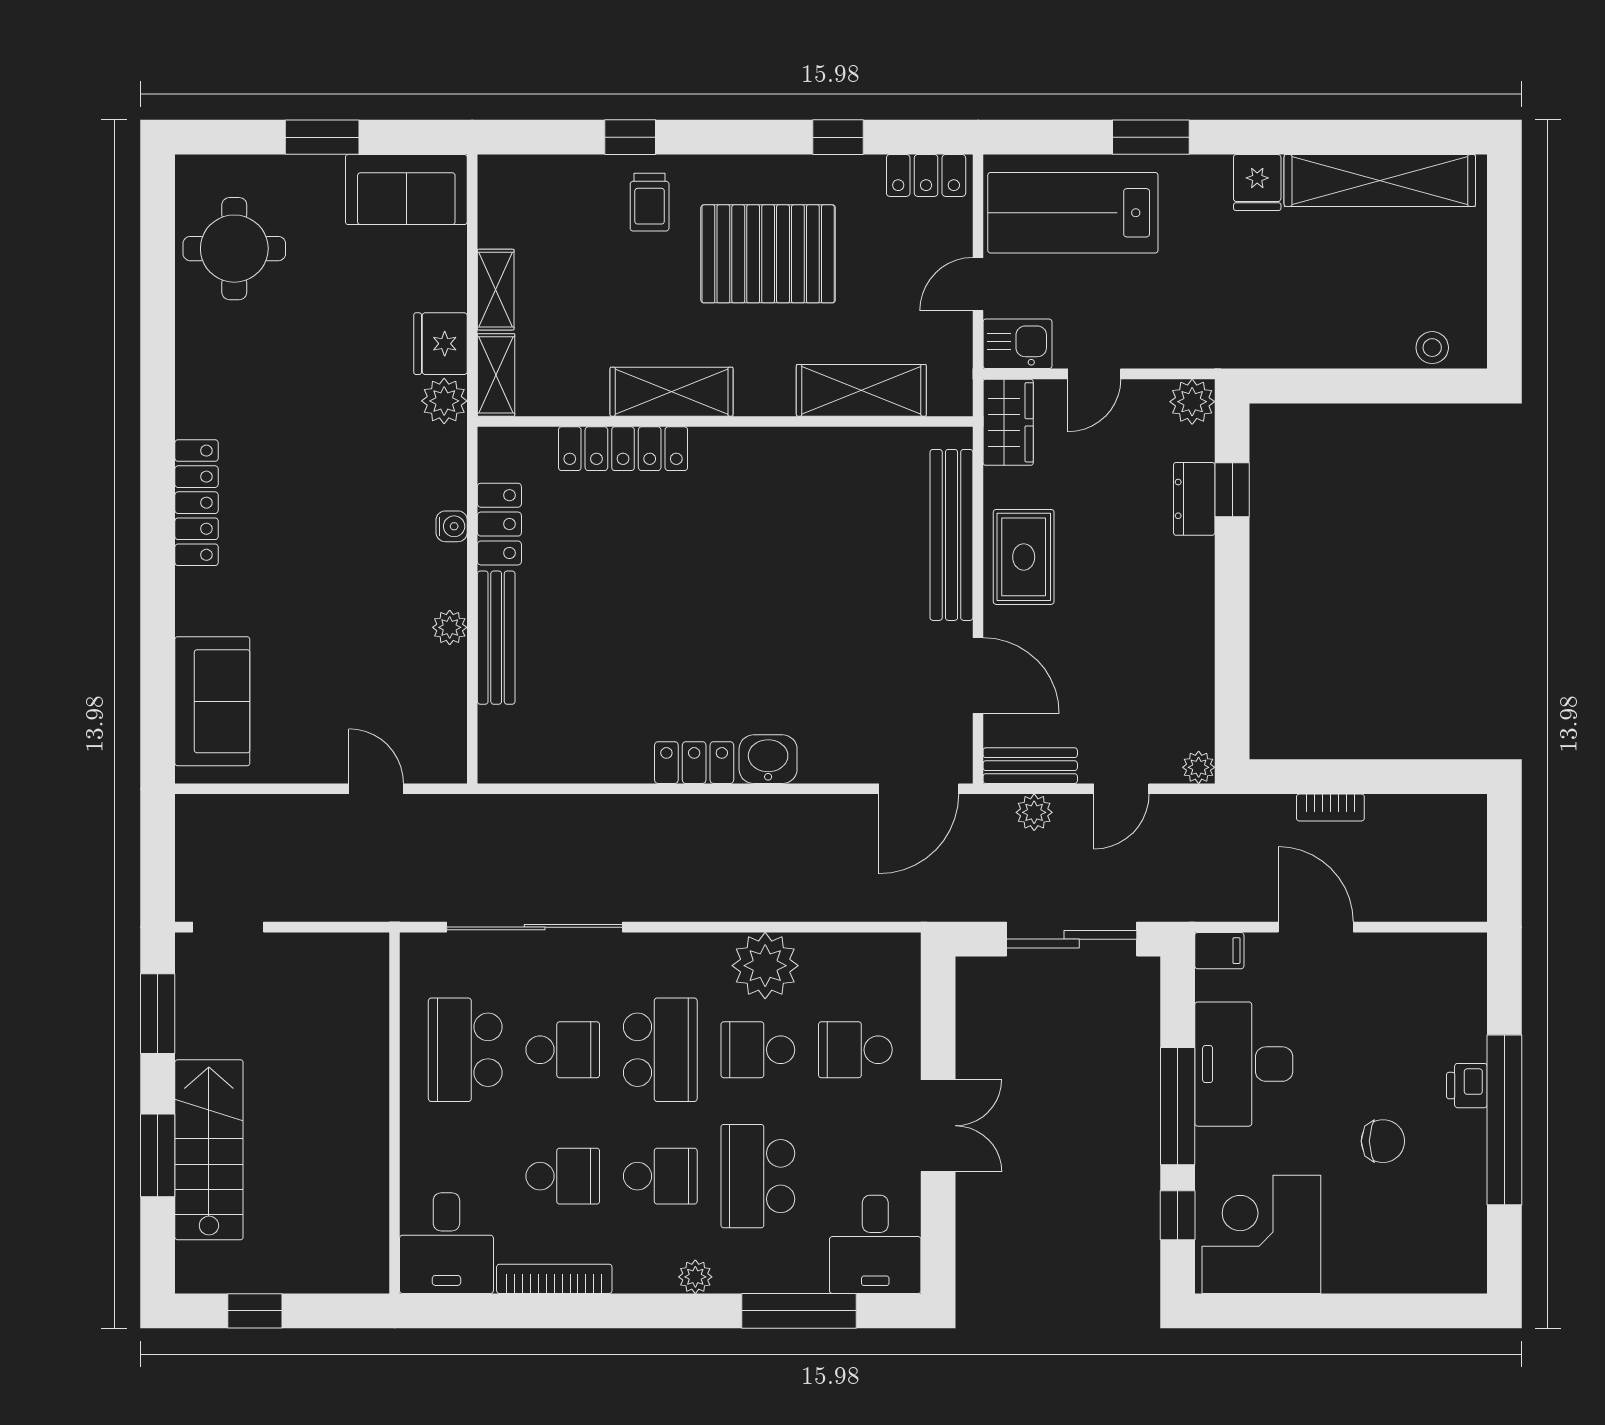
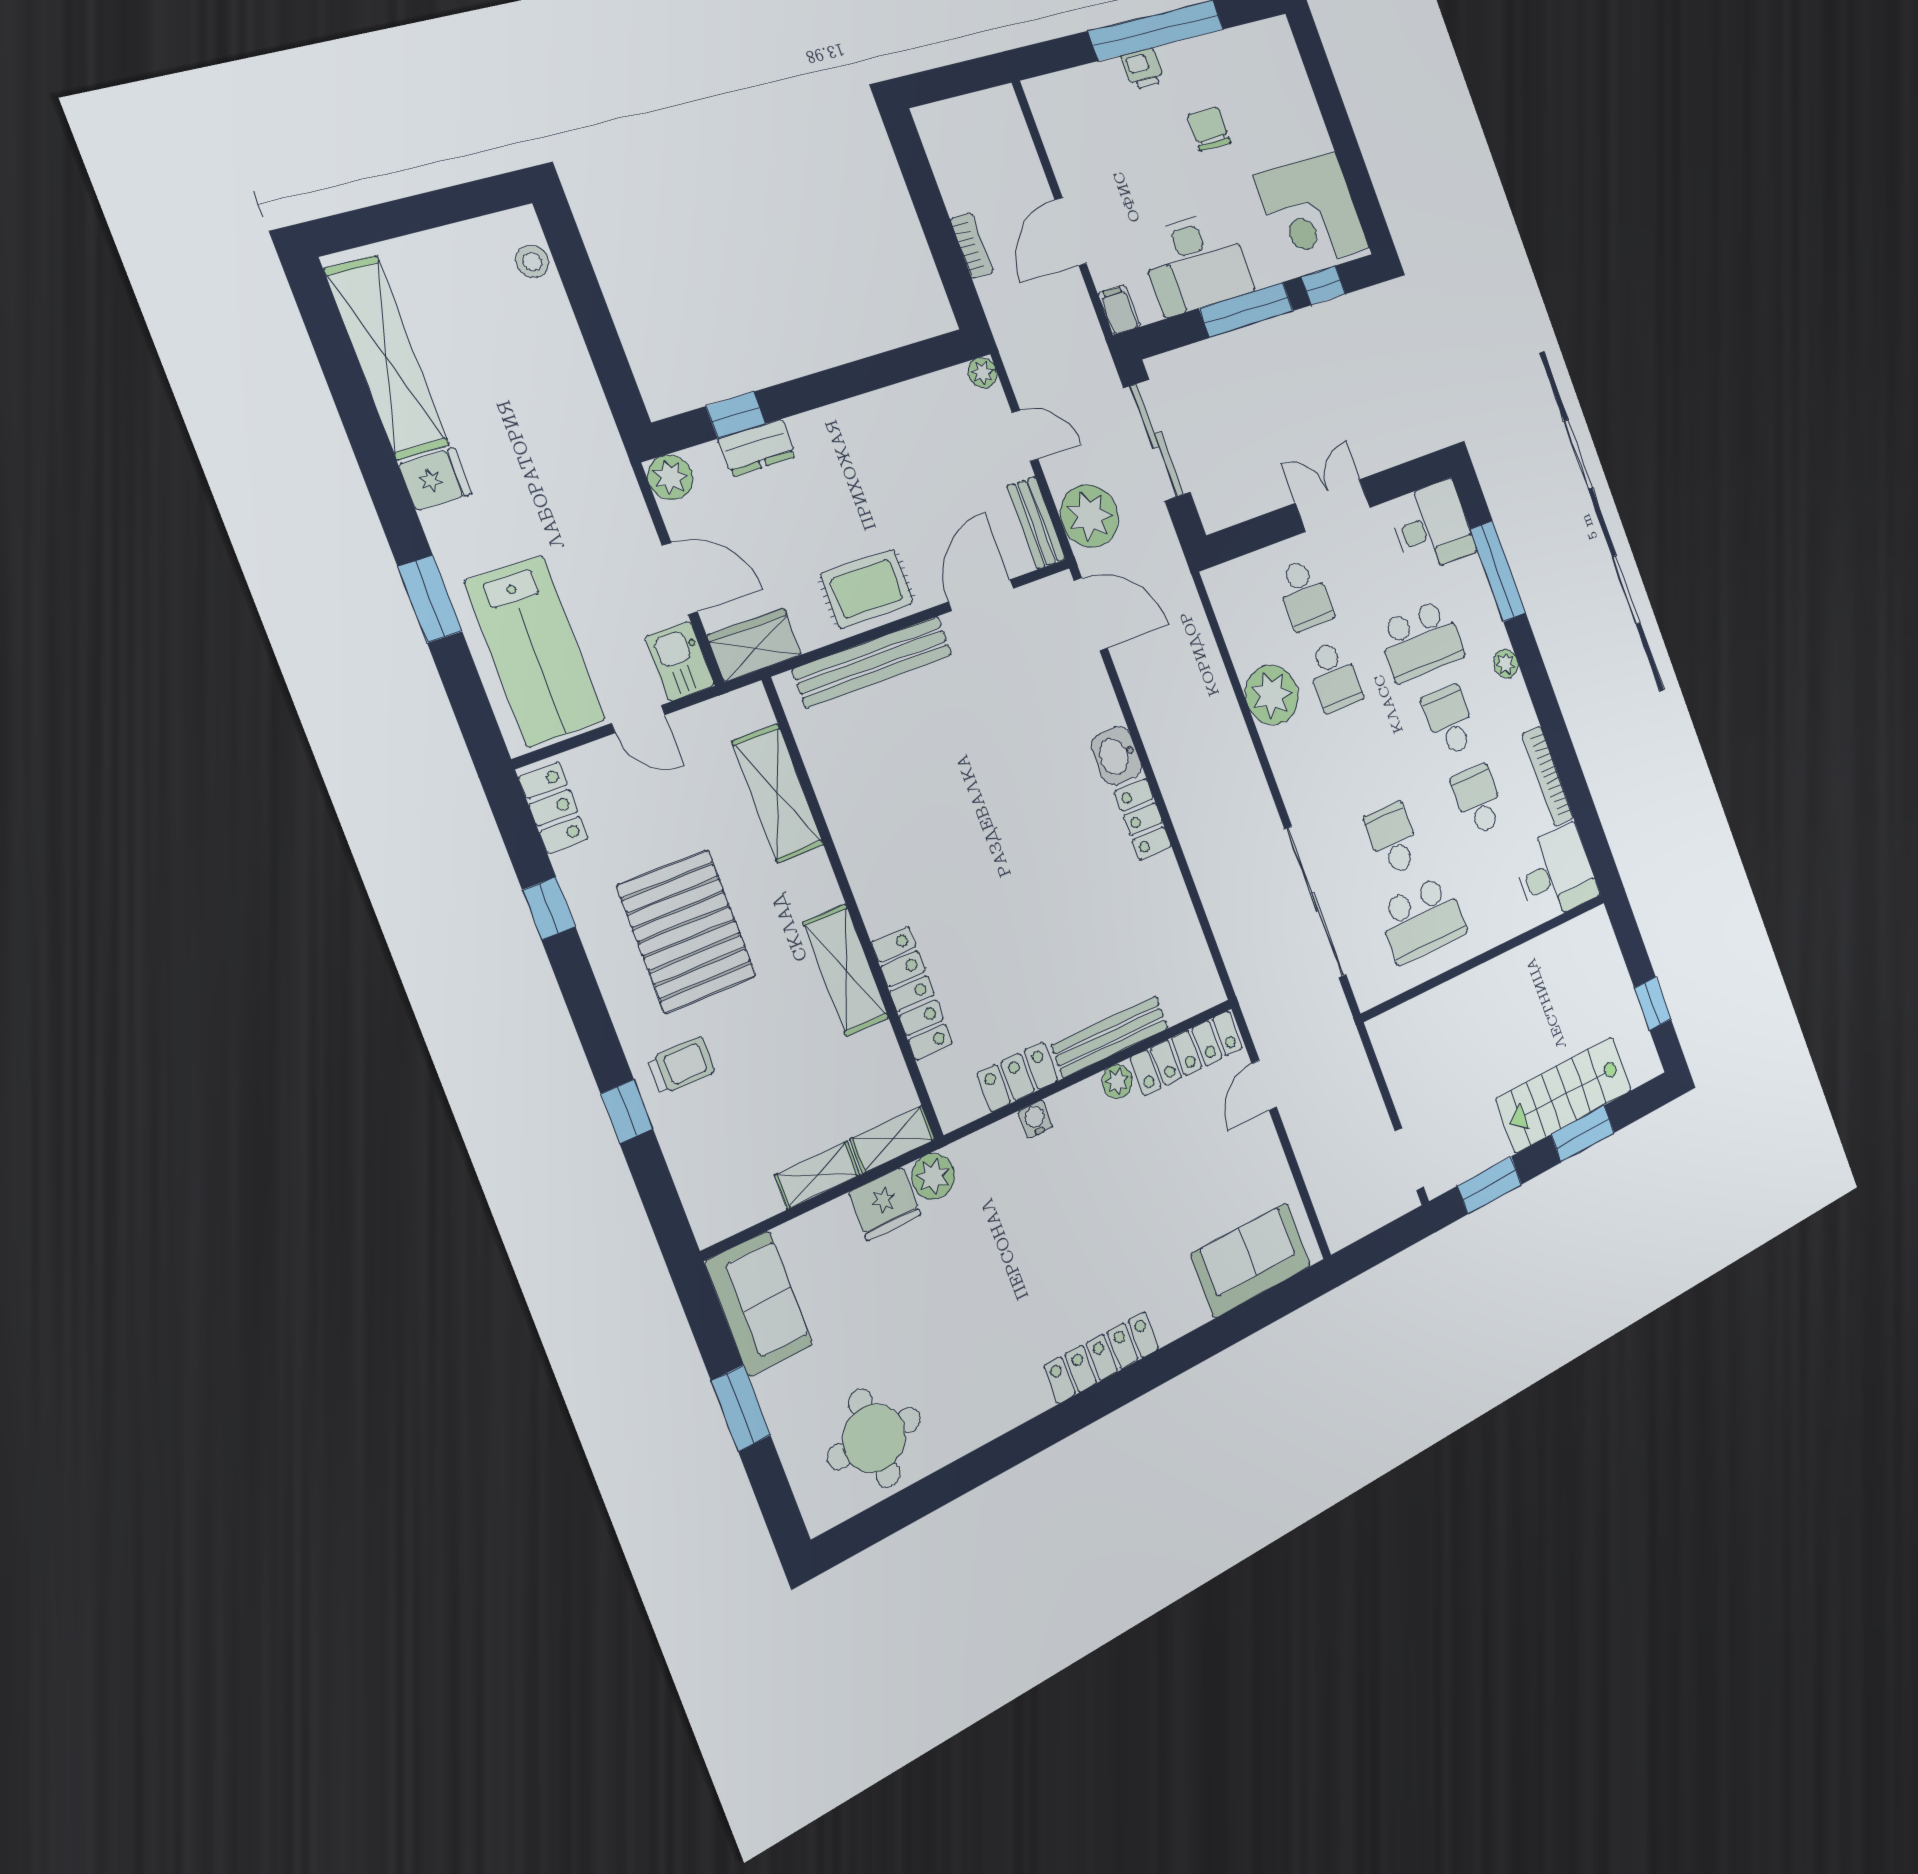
door: (1094, 374) -> (680, 579), width x1.38
locker: (445, 715) -> (1187, 1053), added
plant: (1034, 812) -> (1089, 516), width x1.88, depth x1.88
school desk: (660, 1050) -> (1364, 758), removed

